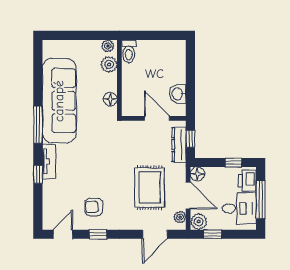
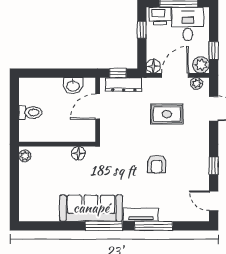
toilet: (129, 51) -> (30, 113), moved
plant: (109, 64) -> (43, 155), removed
sofa: (59, 101) -> (91, 208), width x0.74, depth x0.79
window: (38, 174) -> (154, 226), width x2.17
rug: (150, 188) -> (167, 114), width x0.73, depth x0.70
armchair: (94, 207) -> (157, 164), moved

